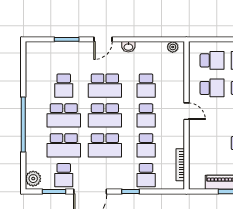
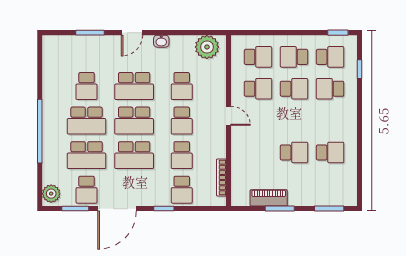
plant: (173, 47) -> (207, 47), width x1.88, depth x1.88

